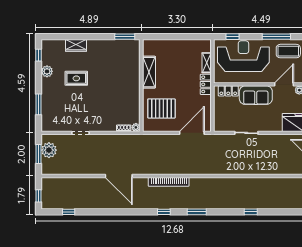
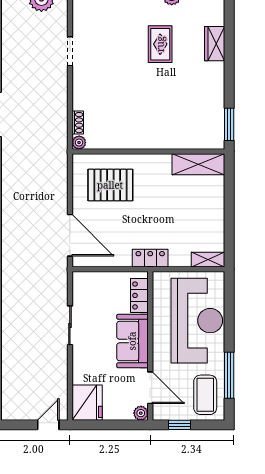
window: (233, 37) -> (229, 303), removed
shelving: (207, 63) -> (208, 260), moved
shelving: (149, 72) -> (198, 164), moved
pallet: (161, 108) -> (110, 185), turned 90

